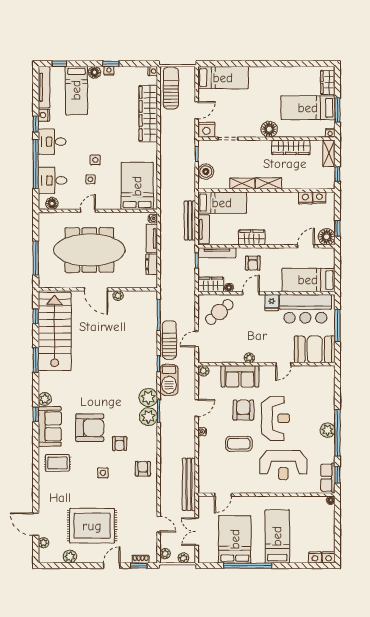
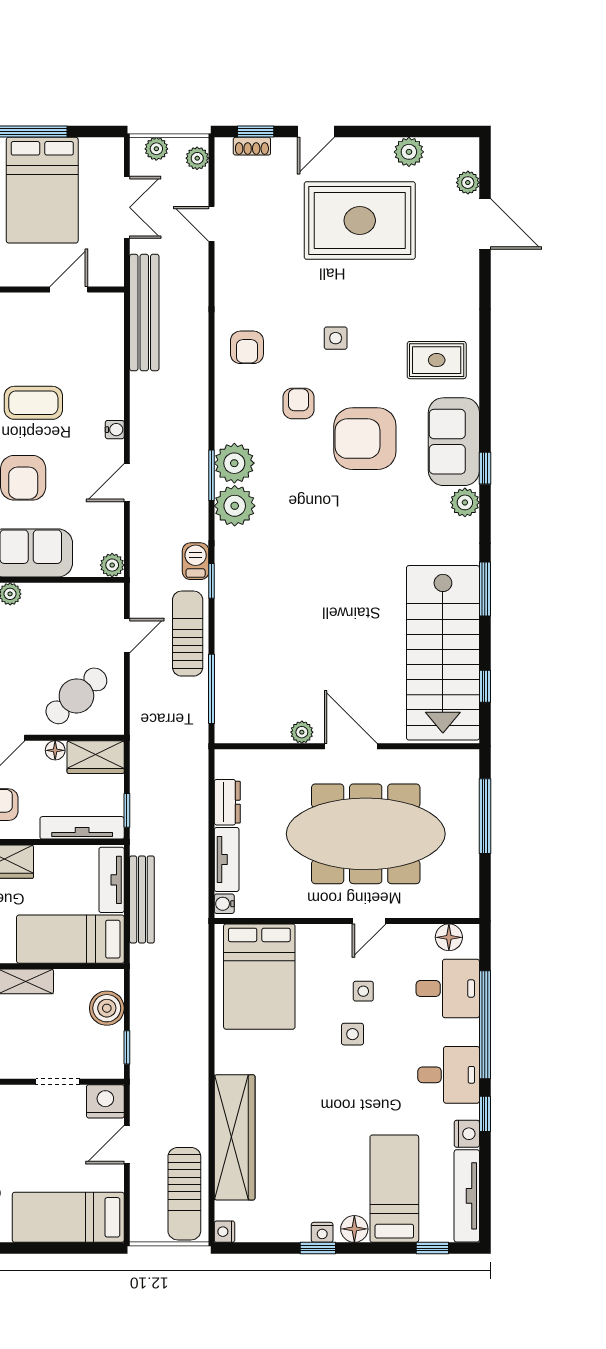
sun lounger: (169, 340) -> (188, 634), turned 180
barbecue: (169, 380) -> (196, 561), width x0.53, depth x0.65

